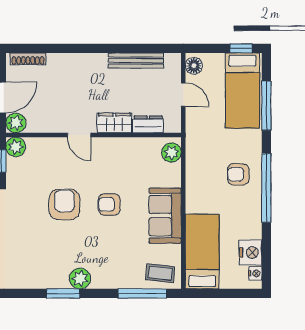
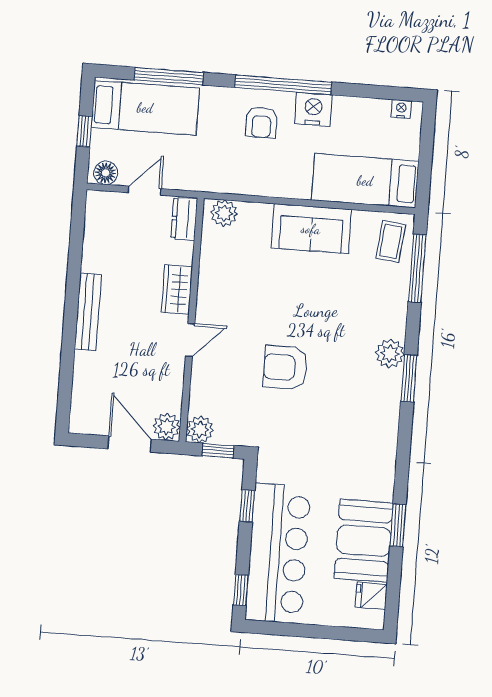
window: (241, 48) -> (84, 131), moved
shoe rack: (28, 59) -> (79, 403), removed
bench: (136, 61) -> (88, 312), moved
dresser: (148, 124) -> (184, 219), moved
armchair: (109, 204) -> (290, 305), removed
nightstand: (250, 253) -> (313, 109), moved

